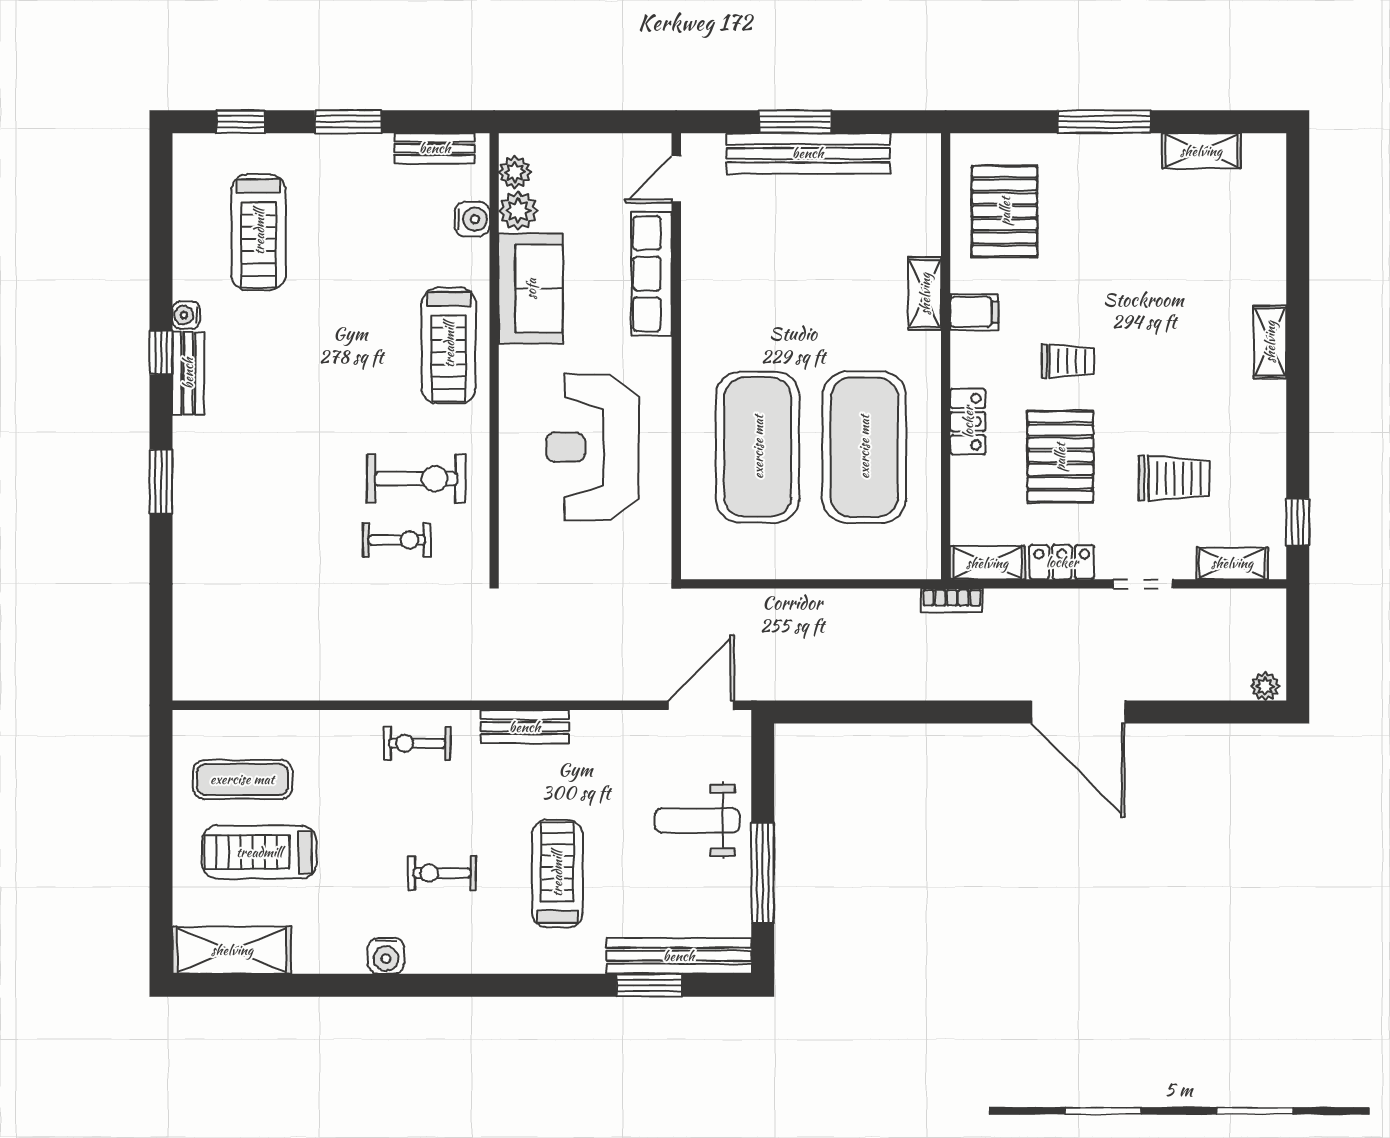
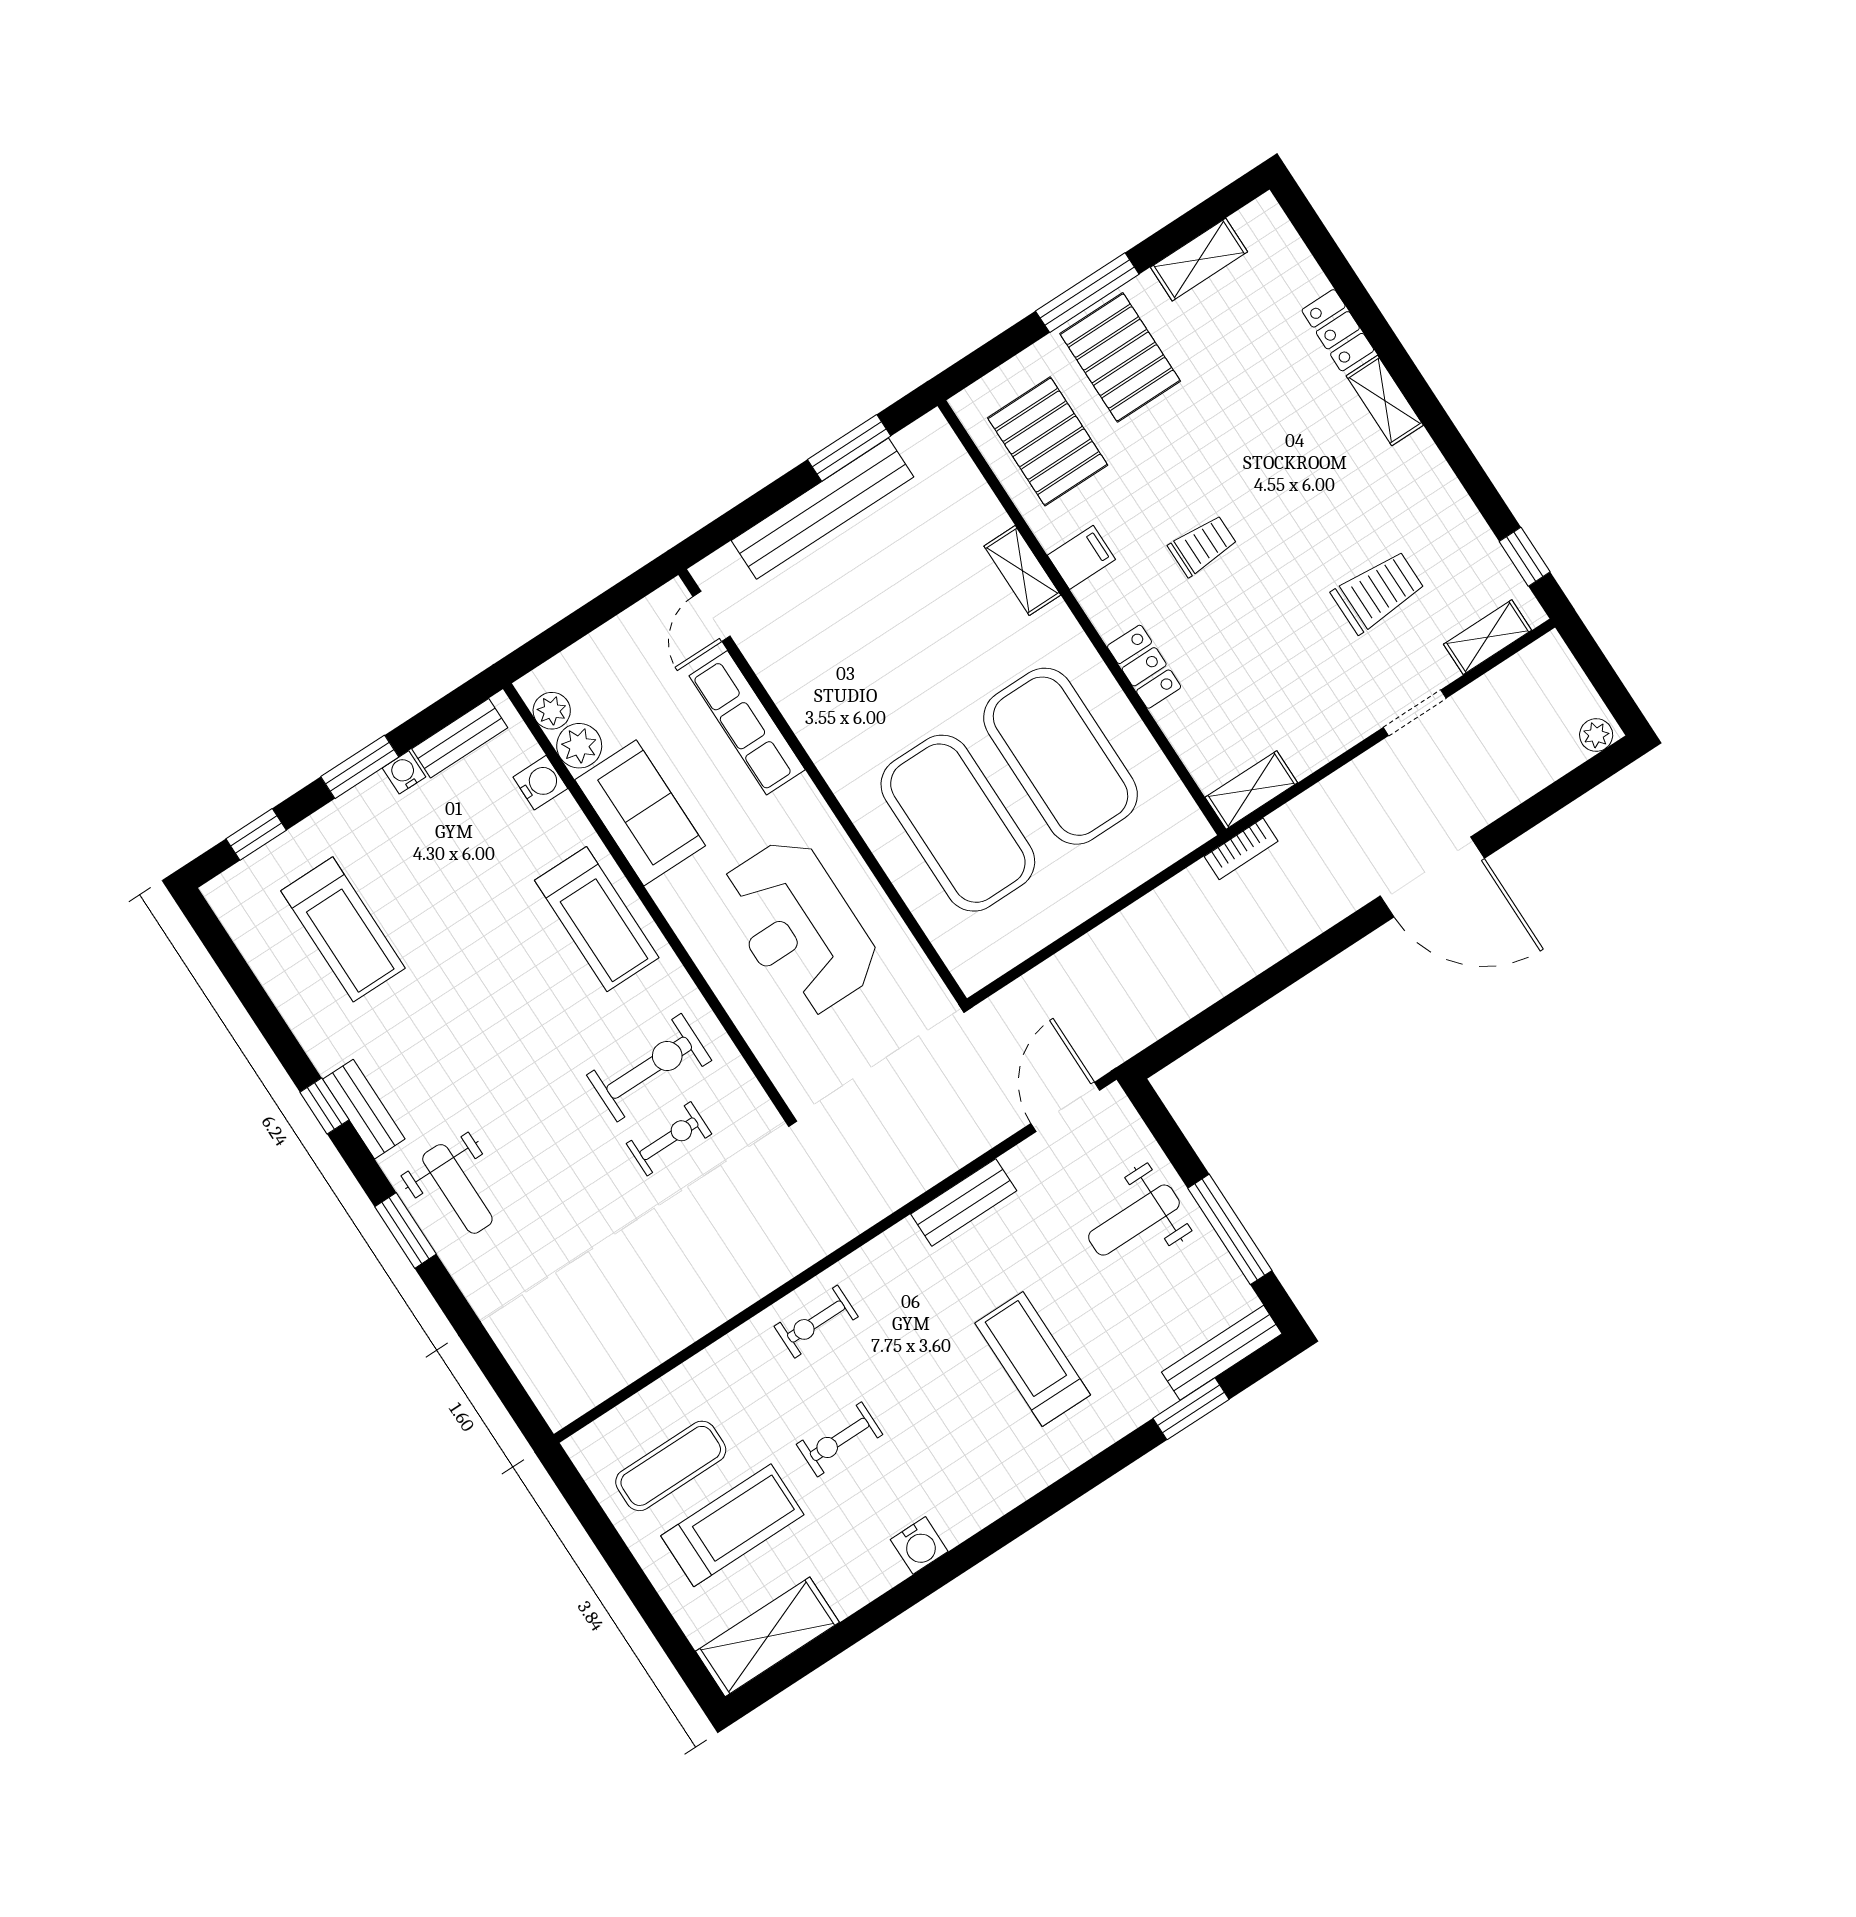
window: (795, 122) -> (849, 448), moved
water cooler: (186, 315) -> (404, 772), moved, turned 90
pallet: (1060, 457) -> (1120, 357), moved
weight bench: (219, 476) -> (457, 1189), added
locker: (1062, 562) -> (1338, 330), moved, turned -90
bench: (525, 727) -> (964, 1202), moved
treadmill: (259, 852) -> (732, 1525), turned 180
exercise bike: (442, 873) -> (840, 1439), moved
bench: (679, 956) -> (1222, 1353), width x0.73, depth x0.82

